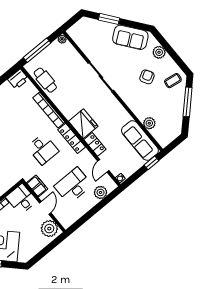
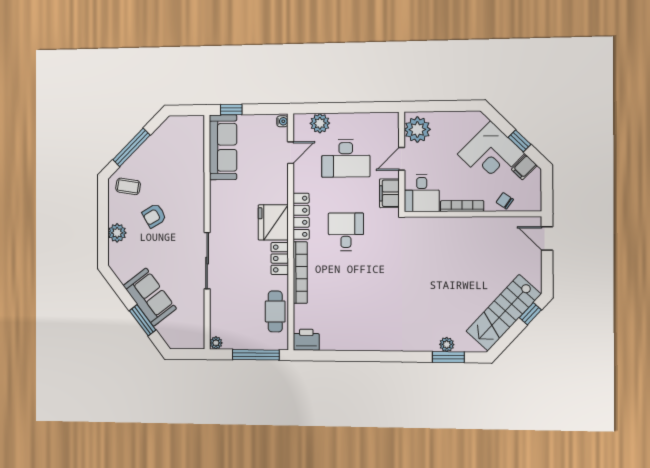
sofa: (130, 37) -> (150, 297), moved
plant: (149, 123) -> (196, 159), removed
locker: (95, 144) -> (280, 259), moved

